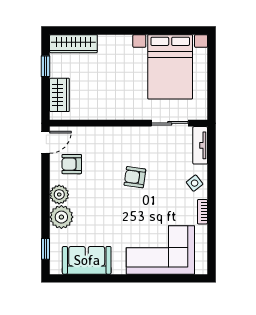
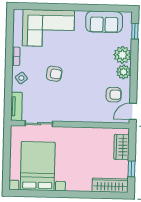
armchair: (135, 177) -> (54, 74), moved

